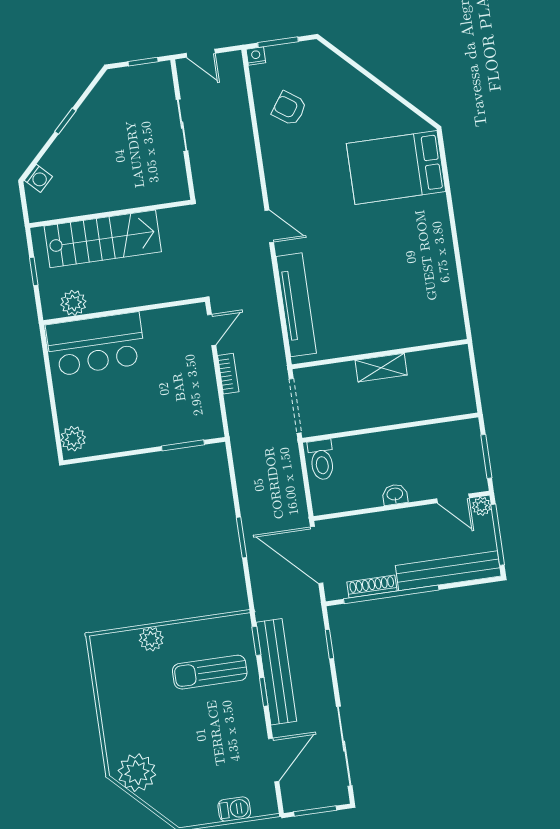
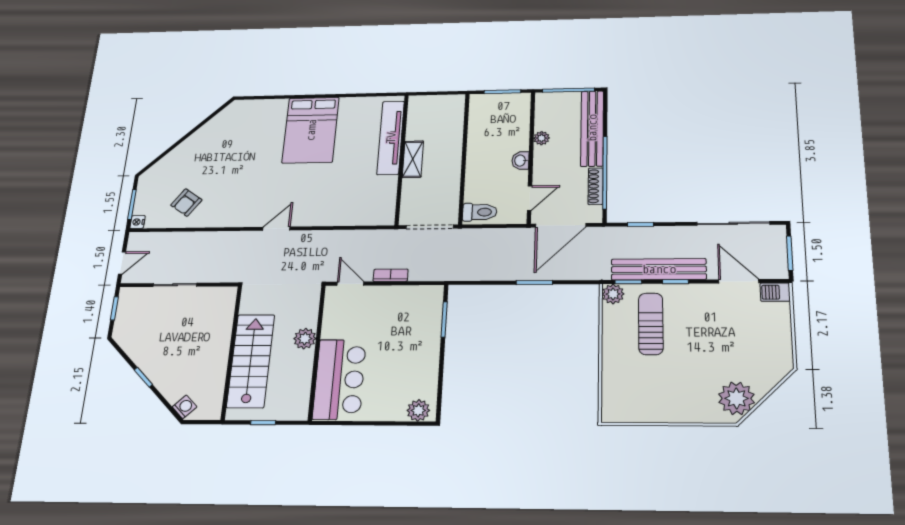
bed: (396, 168) -> (311, 130), moved
plant: (73, 303) -> (305, 339), moved
tv unit: (296, 305) -> (391, 138), moved, turned -90
door: (453, 498) -> (530, 198), moved
plant: (482, 506) -> (542, 138), moved
plant: (151, 639) -> (613, 294), moved
sun lounger: (210, 672) -> (651, 324), turned 180
barbecue: (234, 809) -> (775, 292), moved, turned -90

